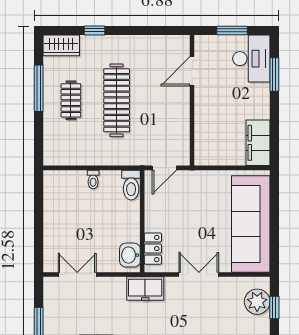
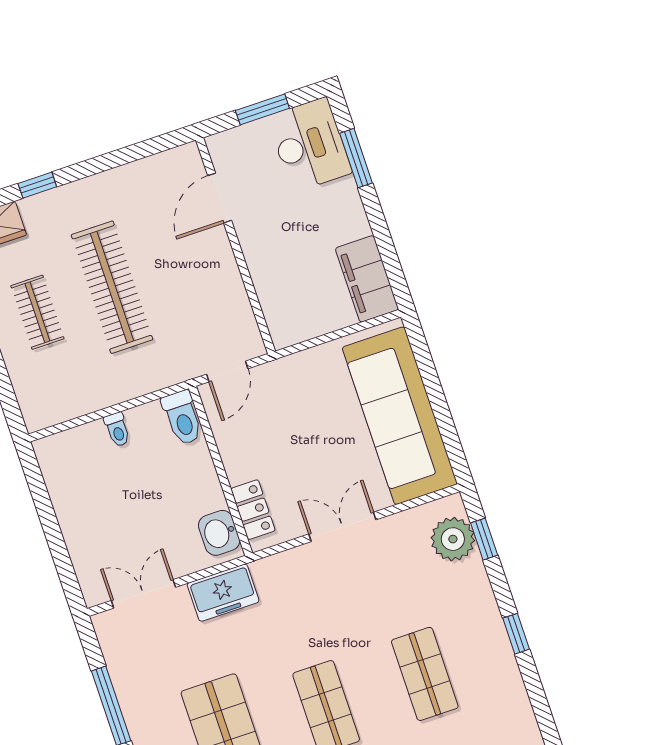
freezer: (145, 289) -> (223, 593), moved

